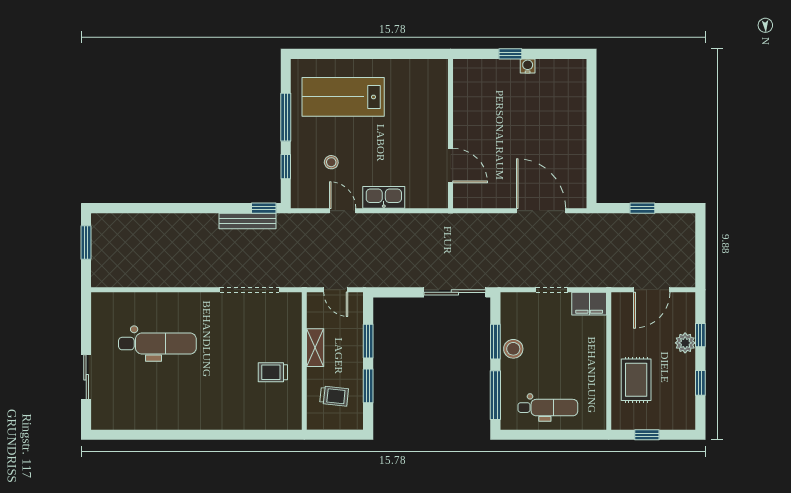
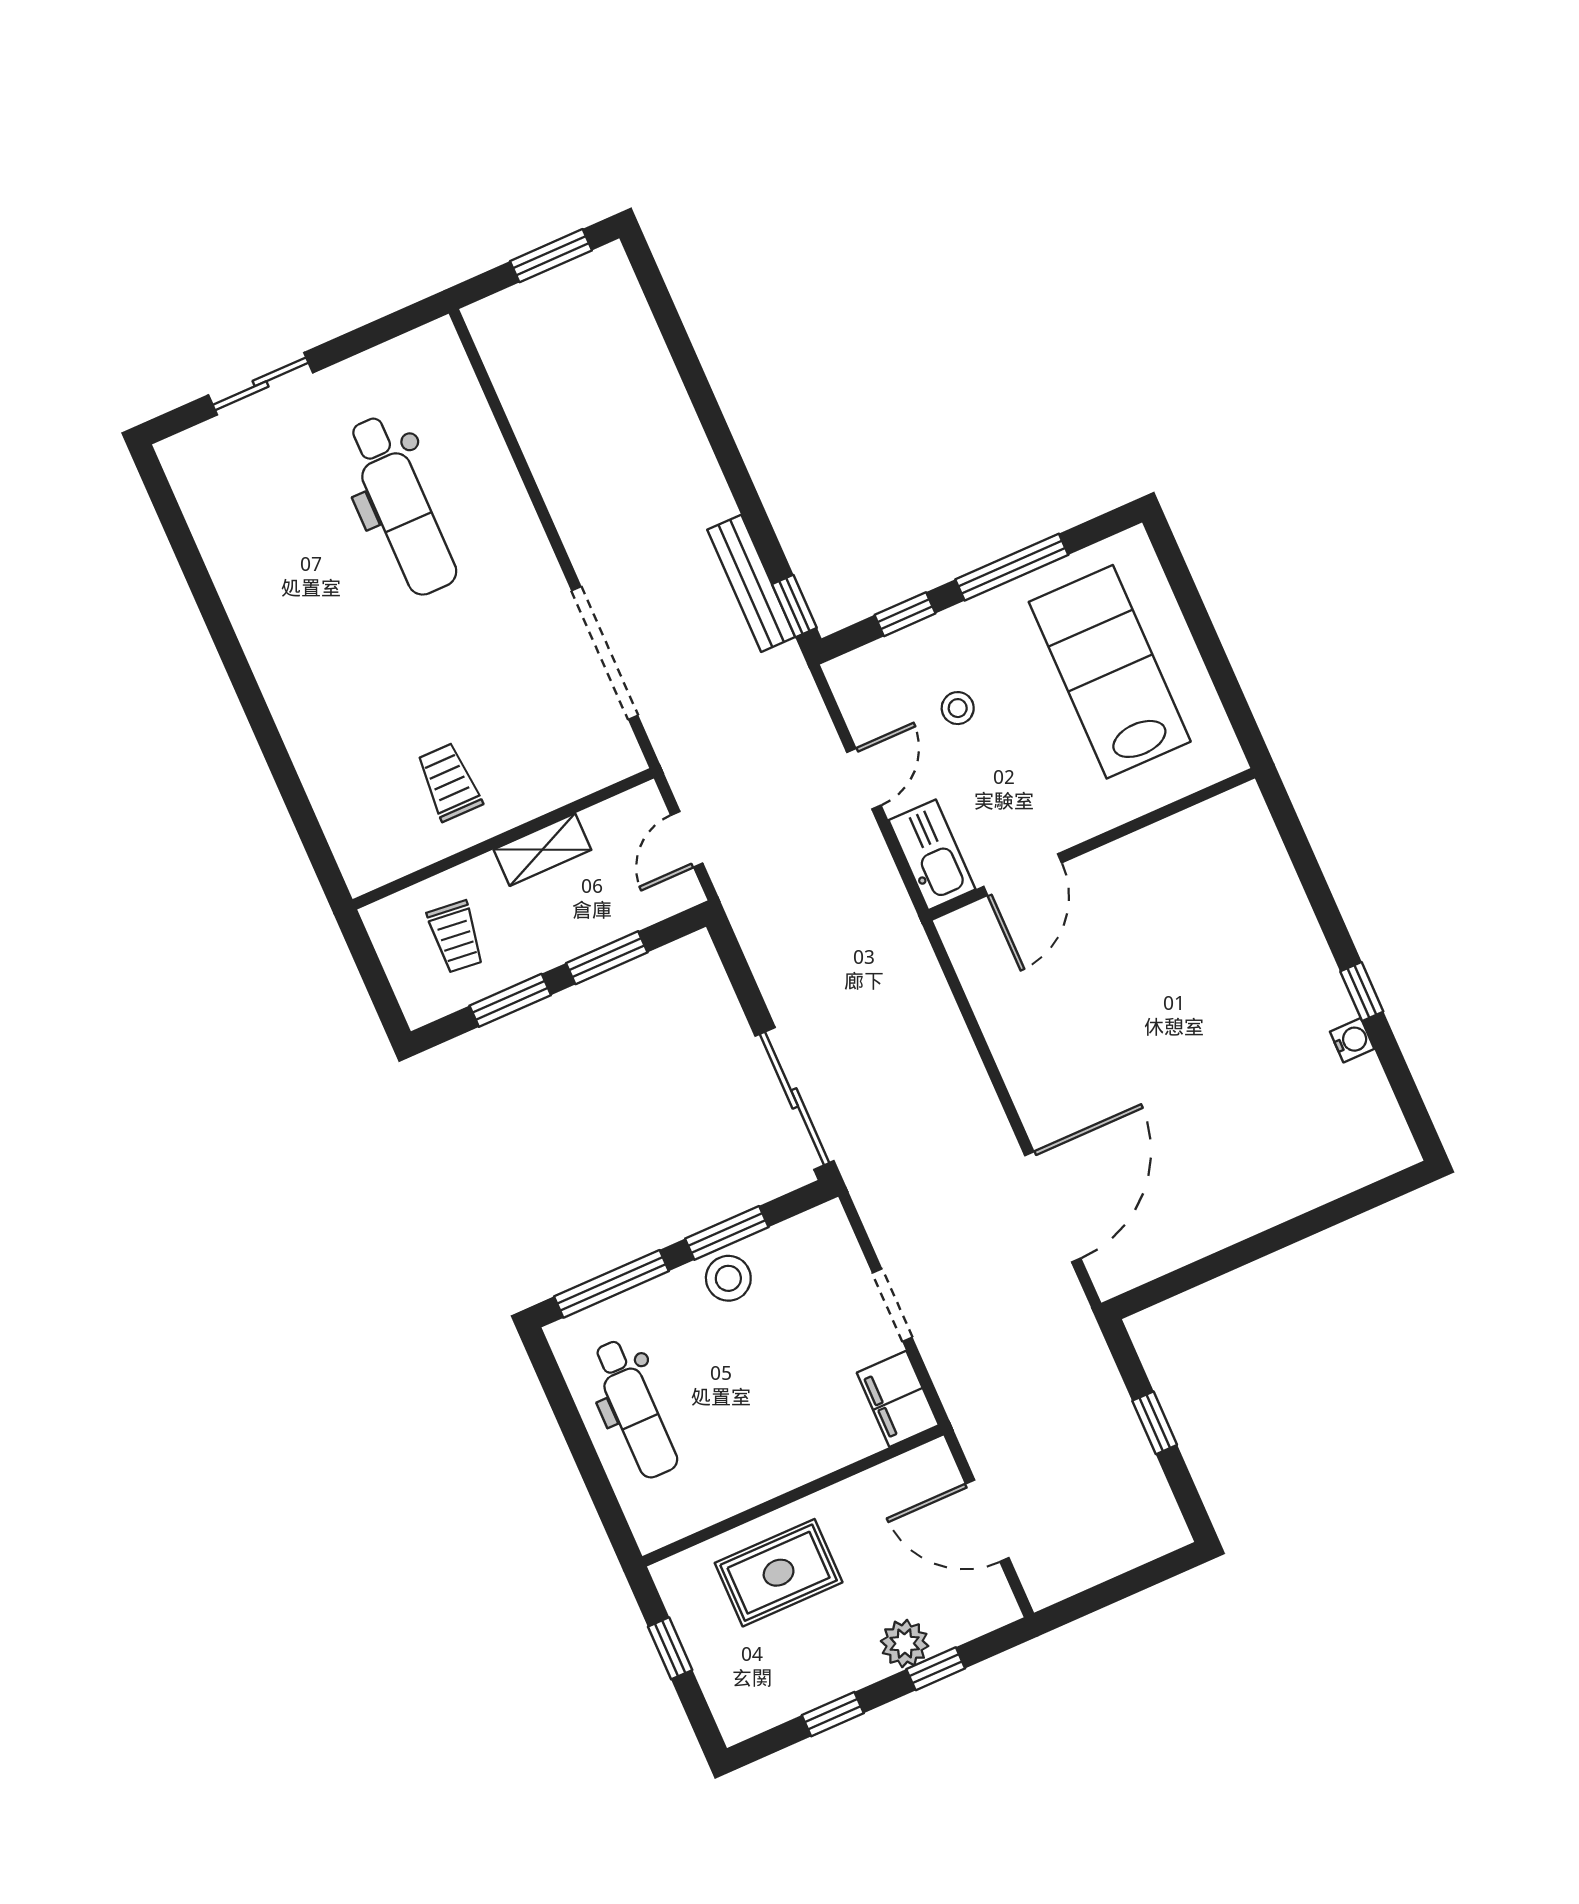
wall: (451, 134) -> (1092, 844), moved
door: (451, 165) -> (1023, 875), moved

